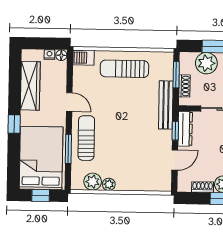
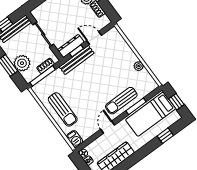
window: (176, 75) -> (43, 76), width x1.44
bench: (166, 105) -> (77, 60), moved
window: (14, 124) -> (165, 136), moved
bed: (41, 158) -> (151, 114), width x0.67
plant: (93, 182) -> (144, 77), removed

